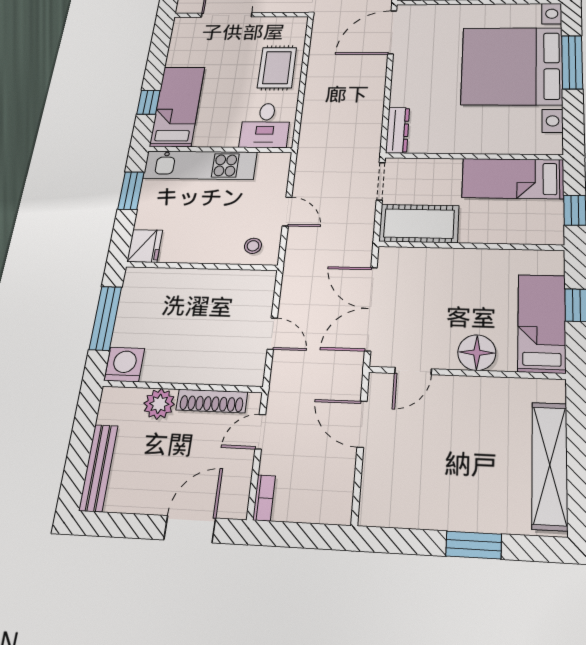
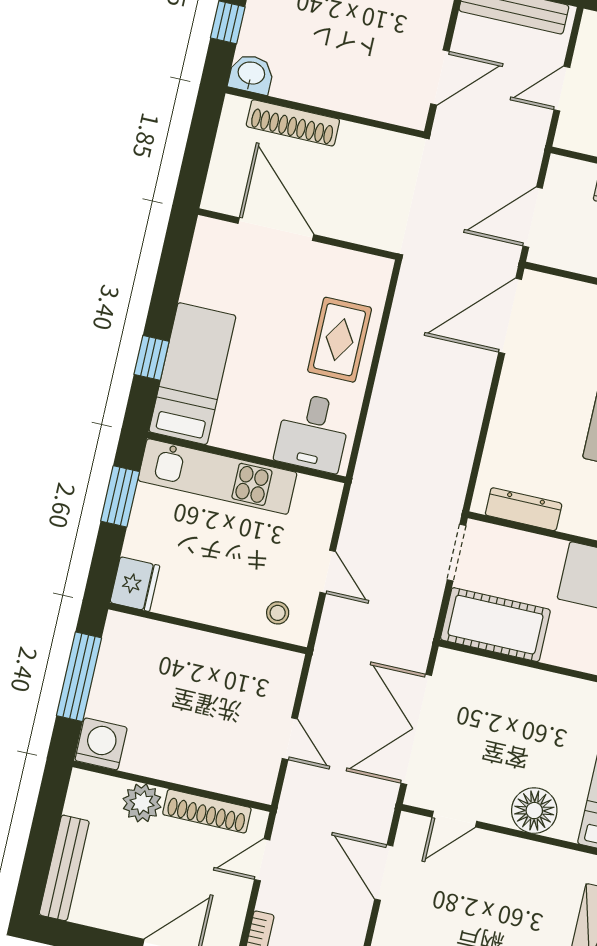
dresser: (398, 130) -> (524, 509), moved, turned -90

